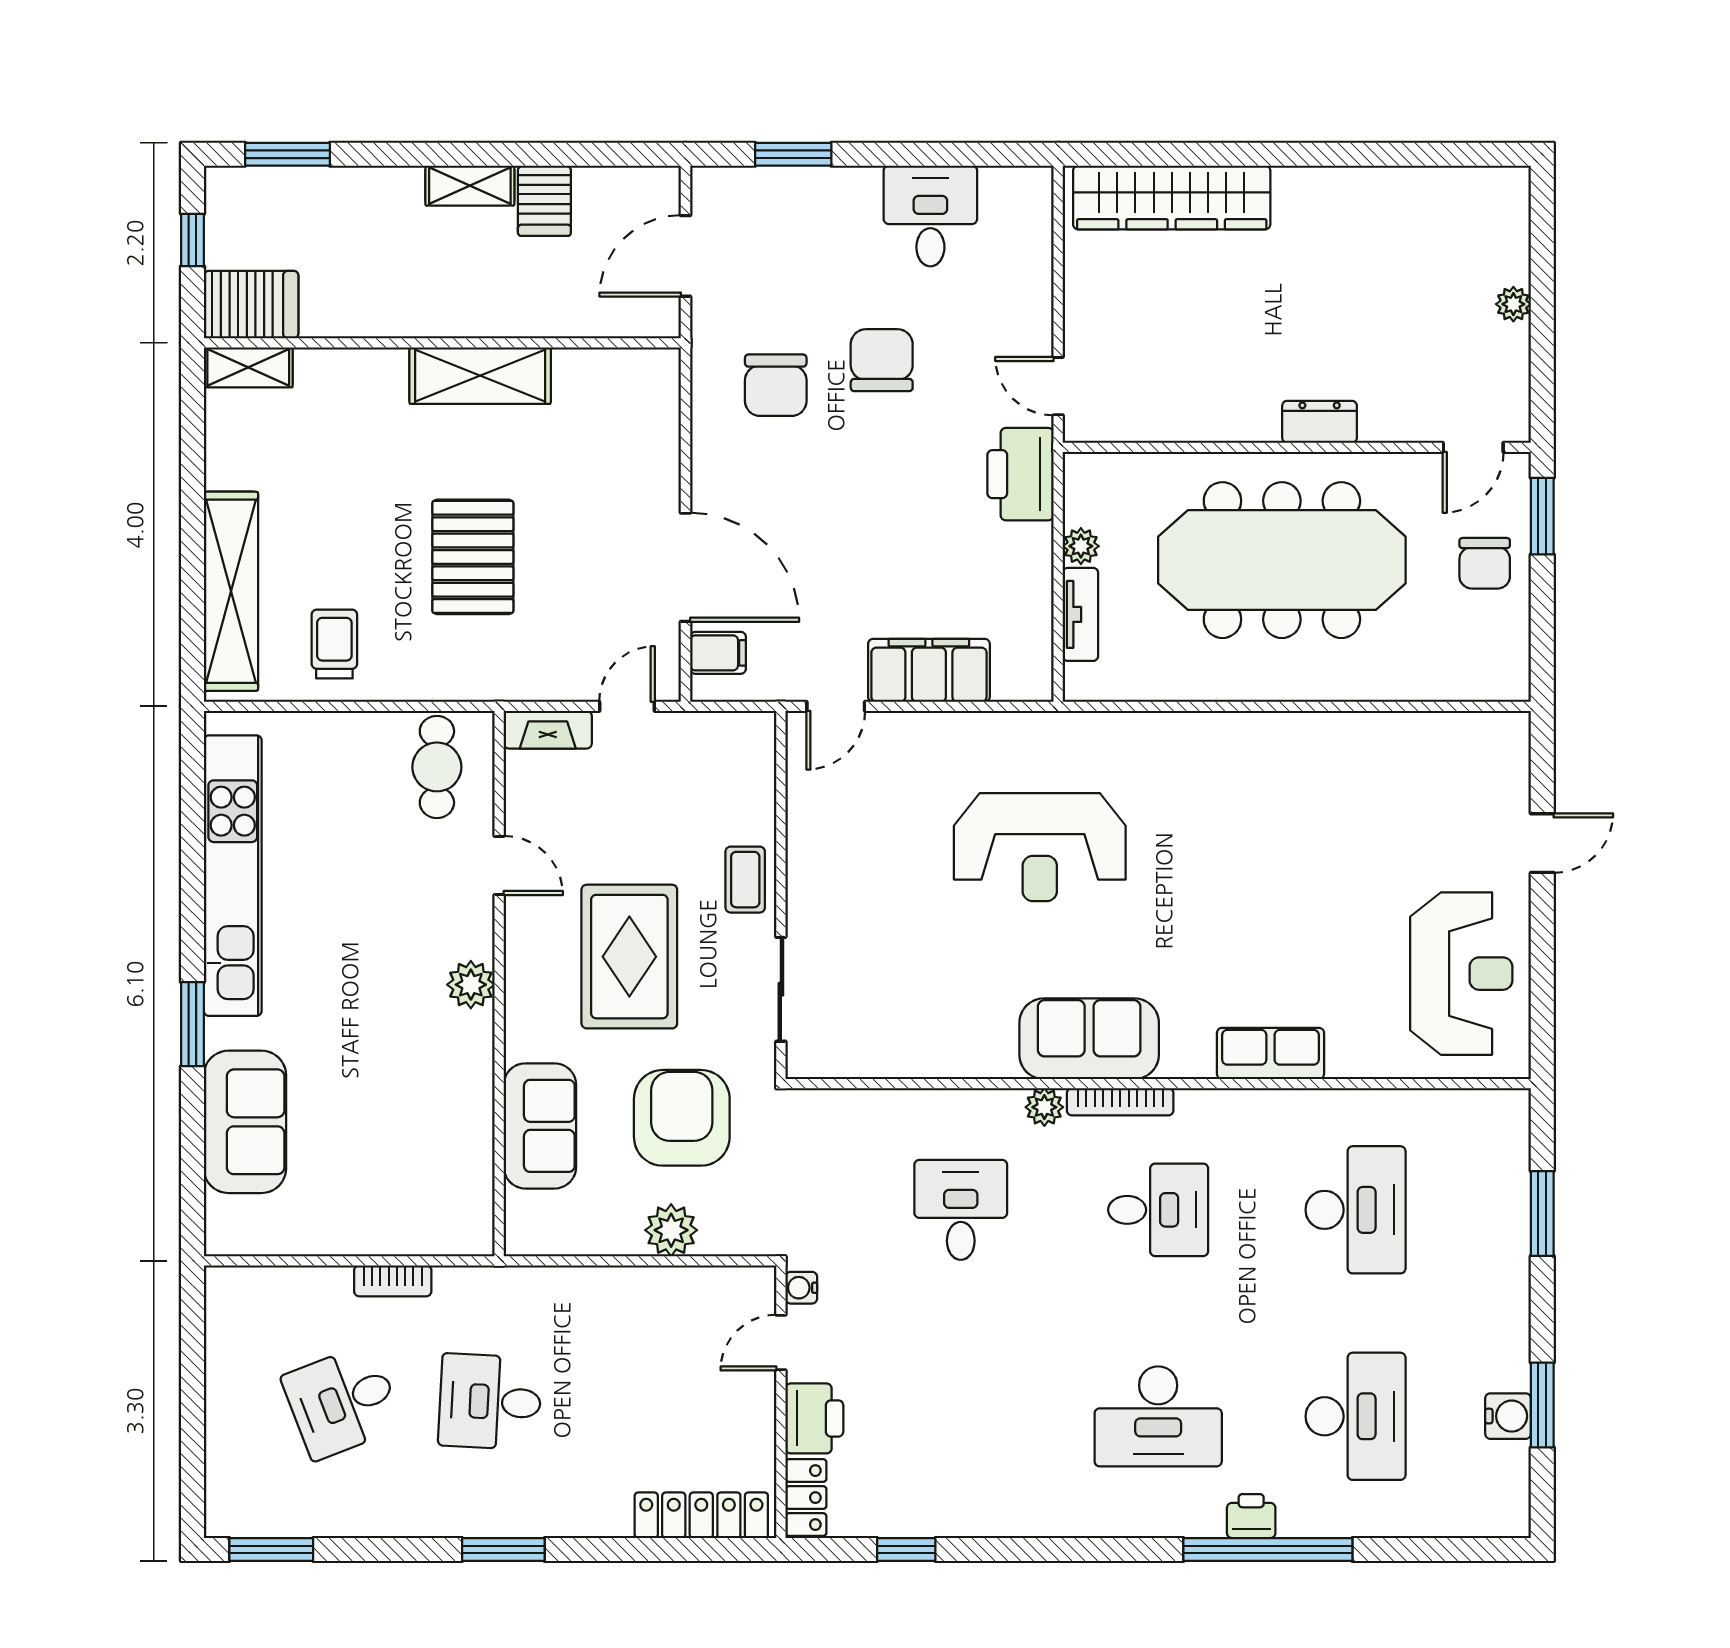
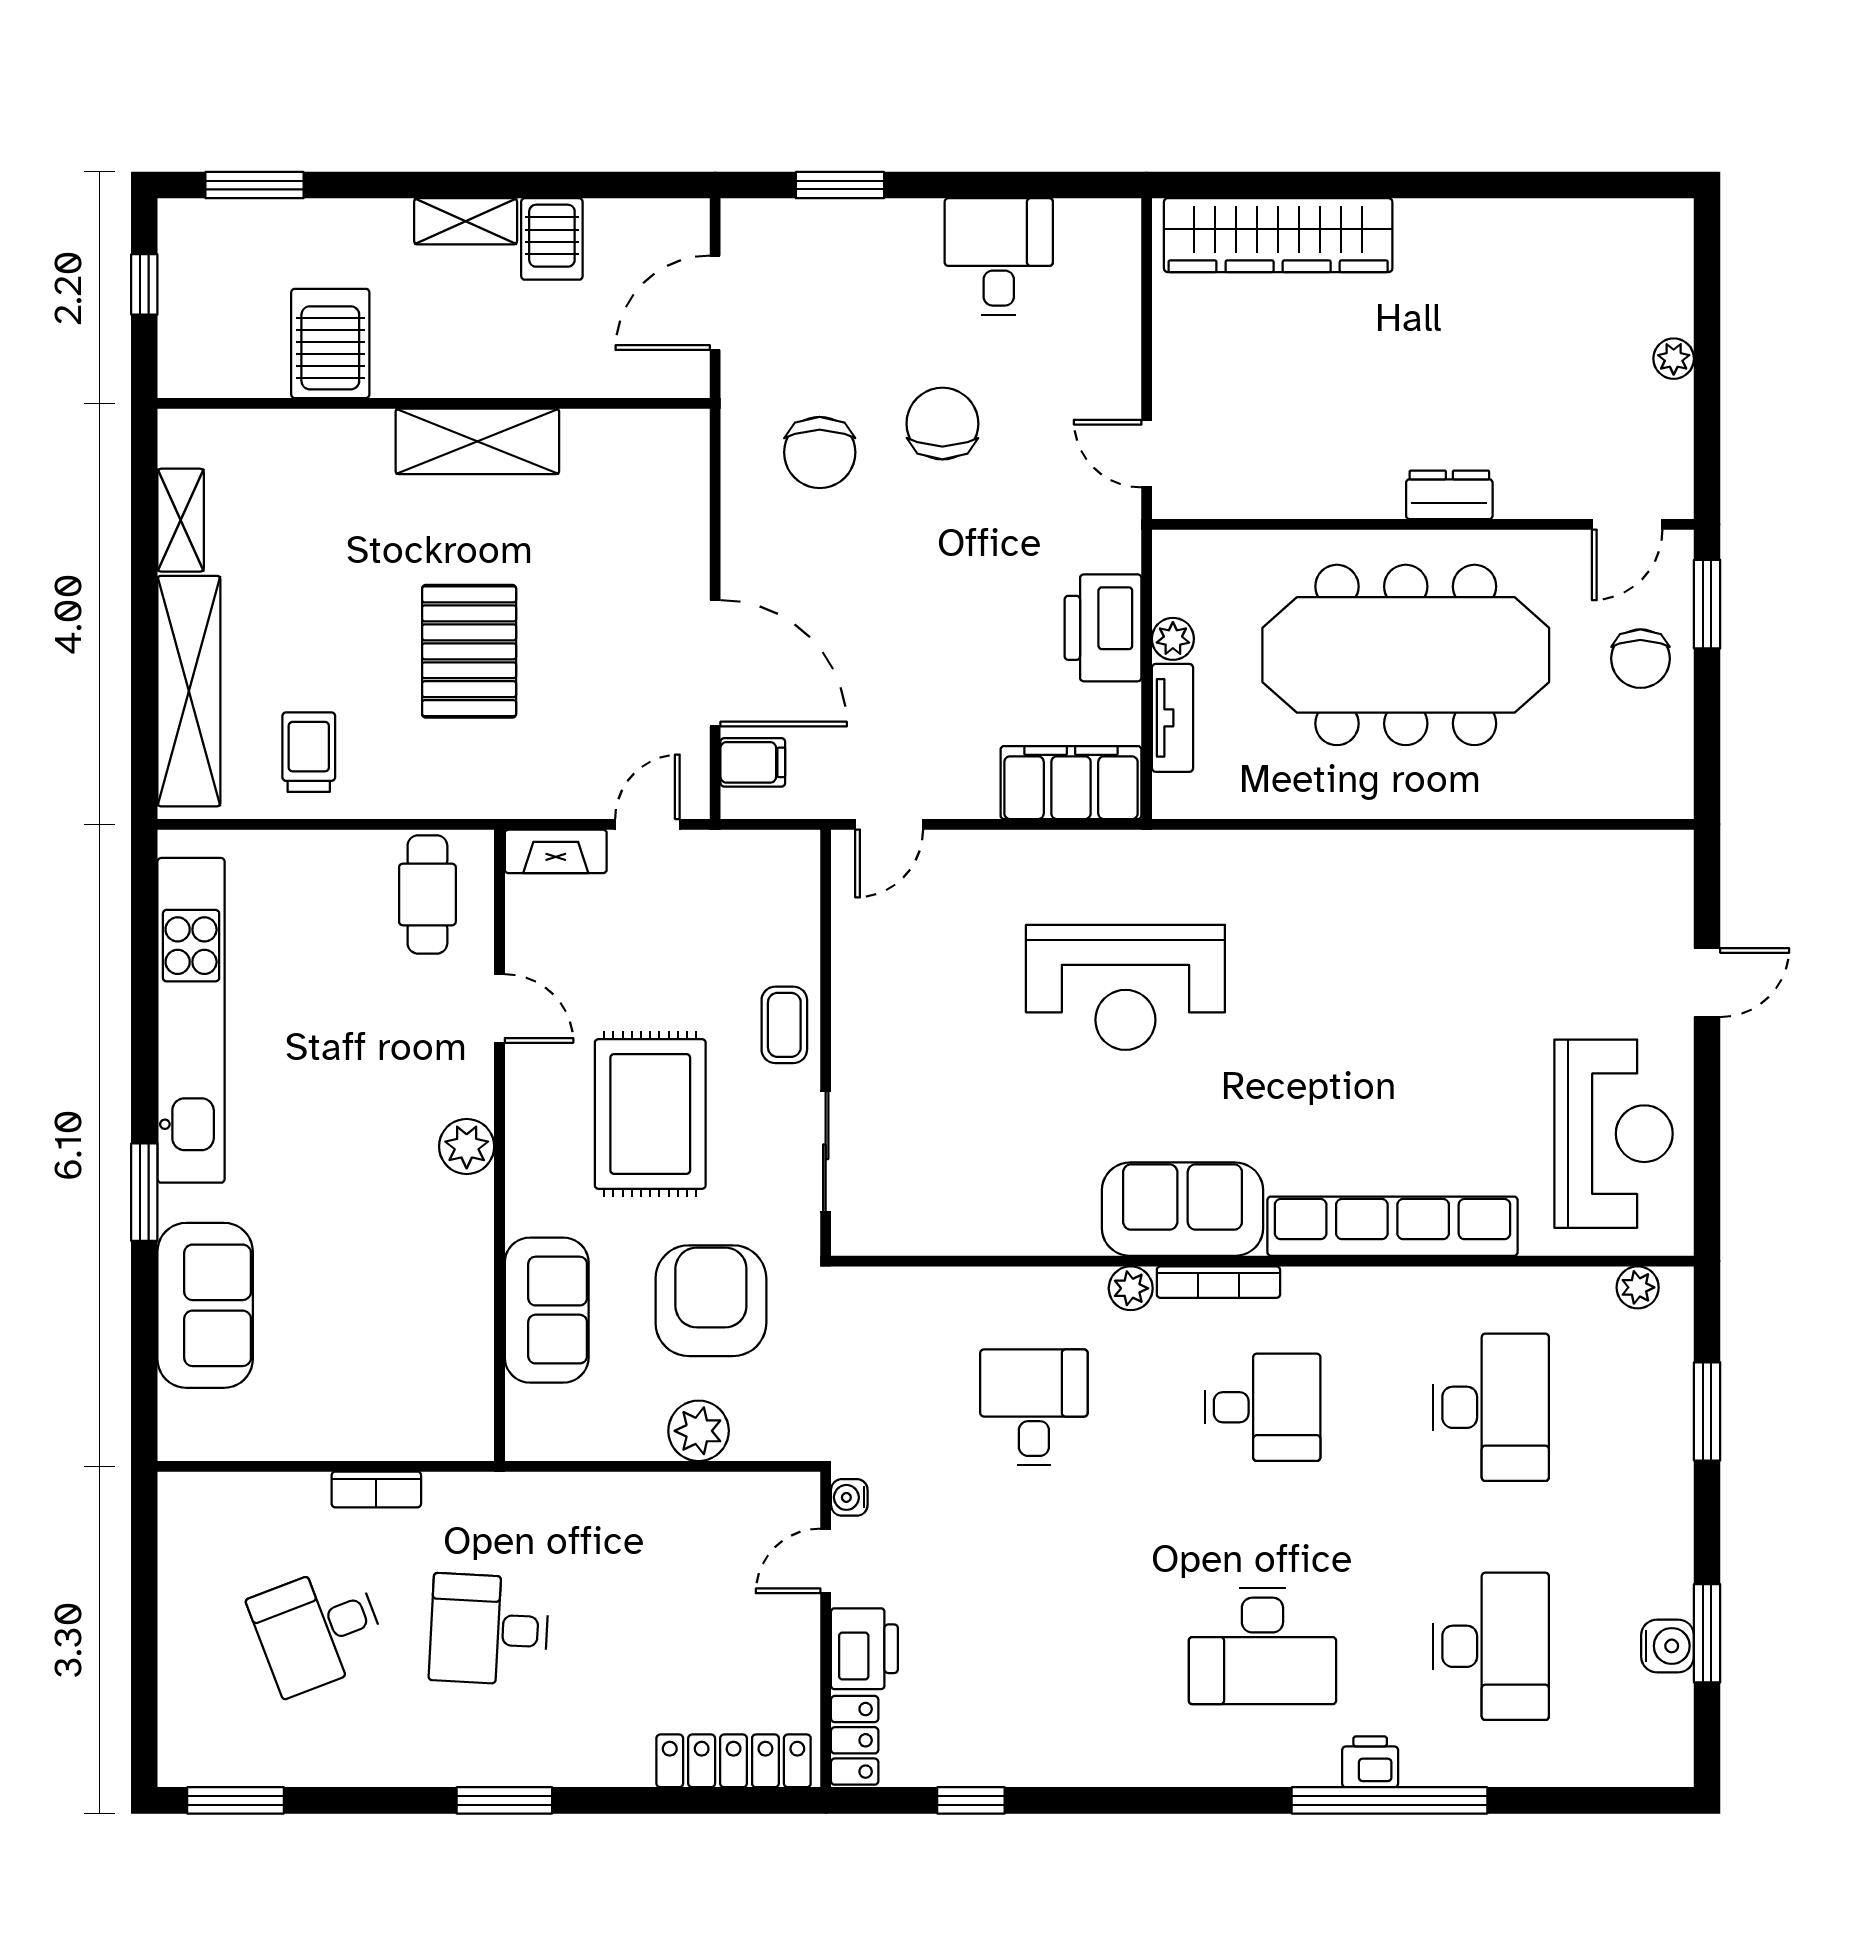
server rack: (251, 305) -> (330, 343), moved, turned -90
shelving: (248, 367) -> (181, 520), moved, turned 90
printer: (1020, 474) -> (1103, 628), moved
filing cabinet: (929, 670) -> (1071, 783), moved
row of seats: (1270, 1053) -> (1393, 1226), width x2.02
plant: (1482, 1106) -> (1638, 1287), added

